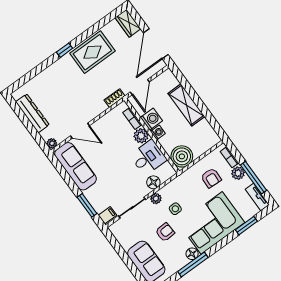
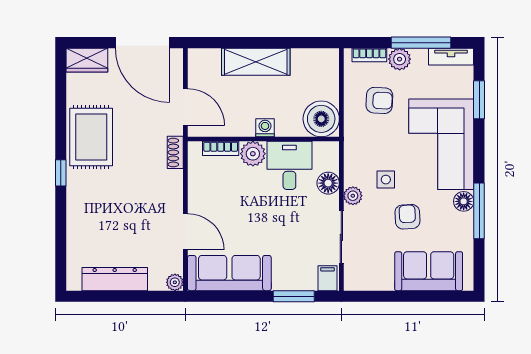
washing machine: (151, 119) -> (241, 123), removed
door: (80, 131) -> (185, 232), hinge flipped

